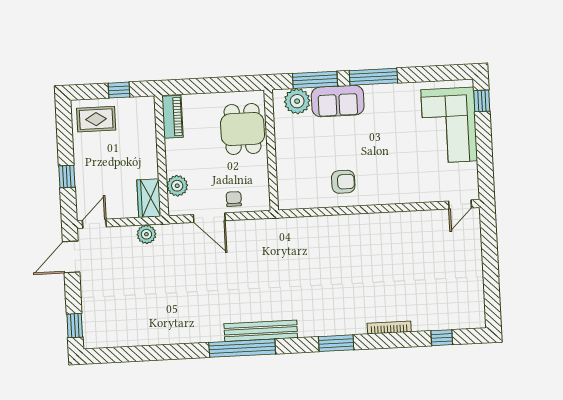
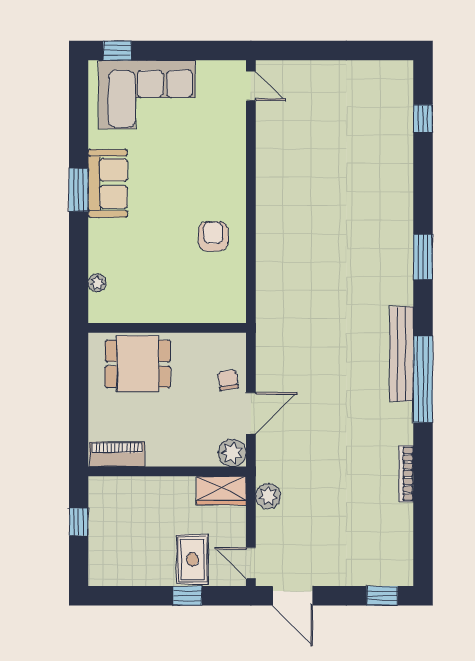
window: (373, 77) -> (79, 190), width x0.69
window: (315, 80) -> (79, 266), removed
plant: (297, 101) -> (97, 283), width x0.53, depth x0.53
sofa: (338, 101) -> (108, 183), moved
rug: (96, 119) -> (192, 559), moved
plant: (177, 186) -> (232, 453), moved
chair: (234, 199) -> (228, 380), turned 82
bookcase: (389, 328) -> (406, 474), moved

